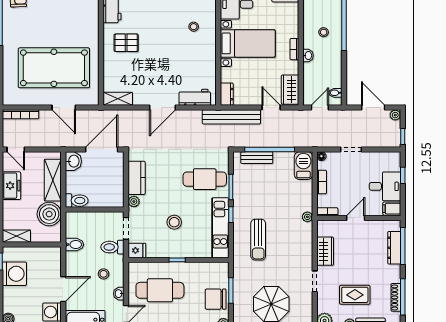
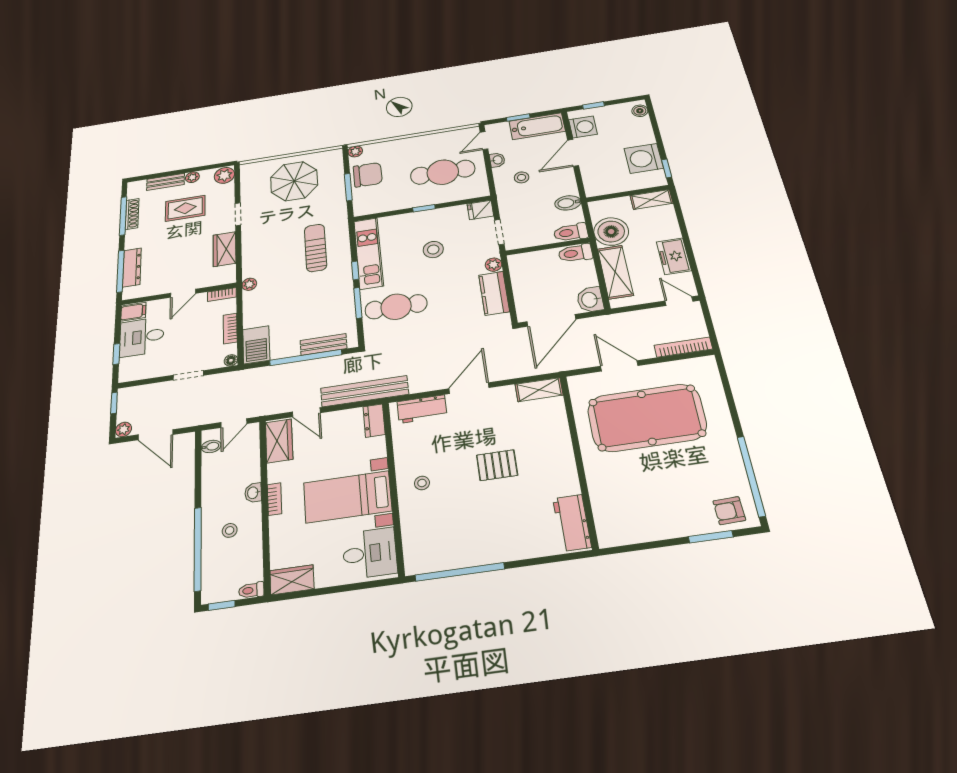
stool: (194, 27) -> (422, 483), moved
pallet: (126, 43) -> (497, 465), moved
toilet: (112, 247) -> (571, 232), moved, turned 180

